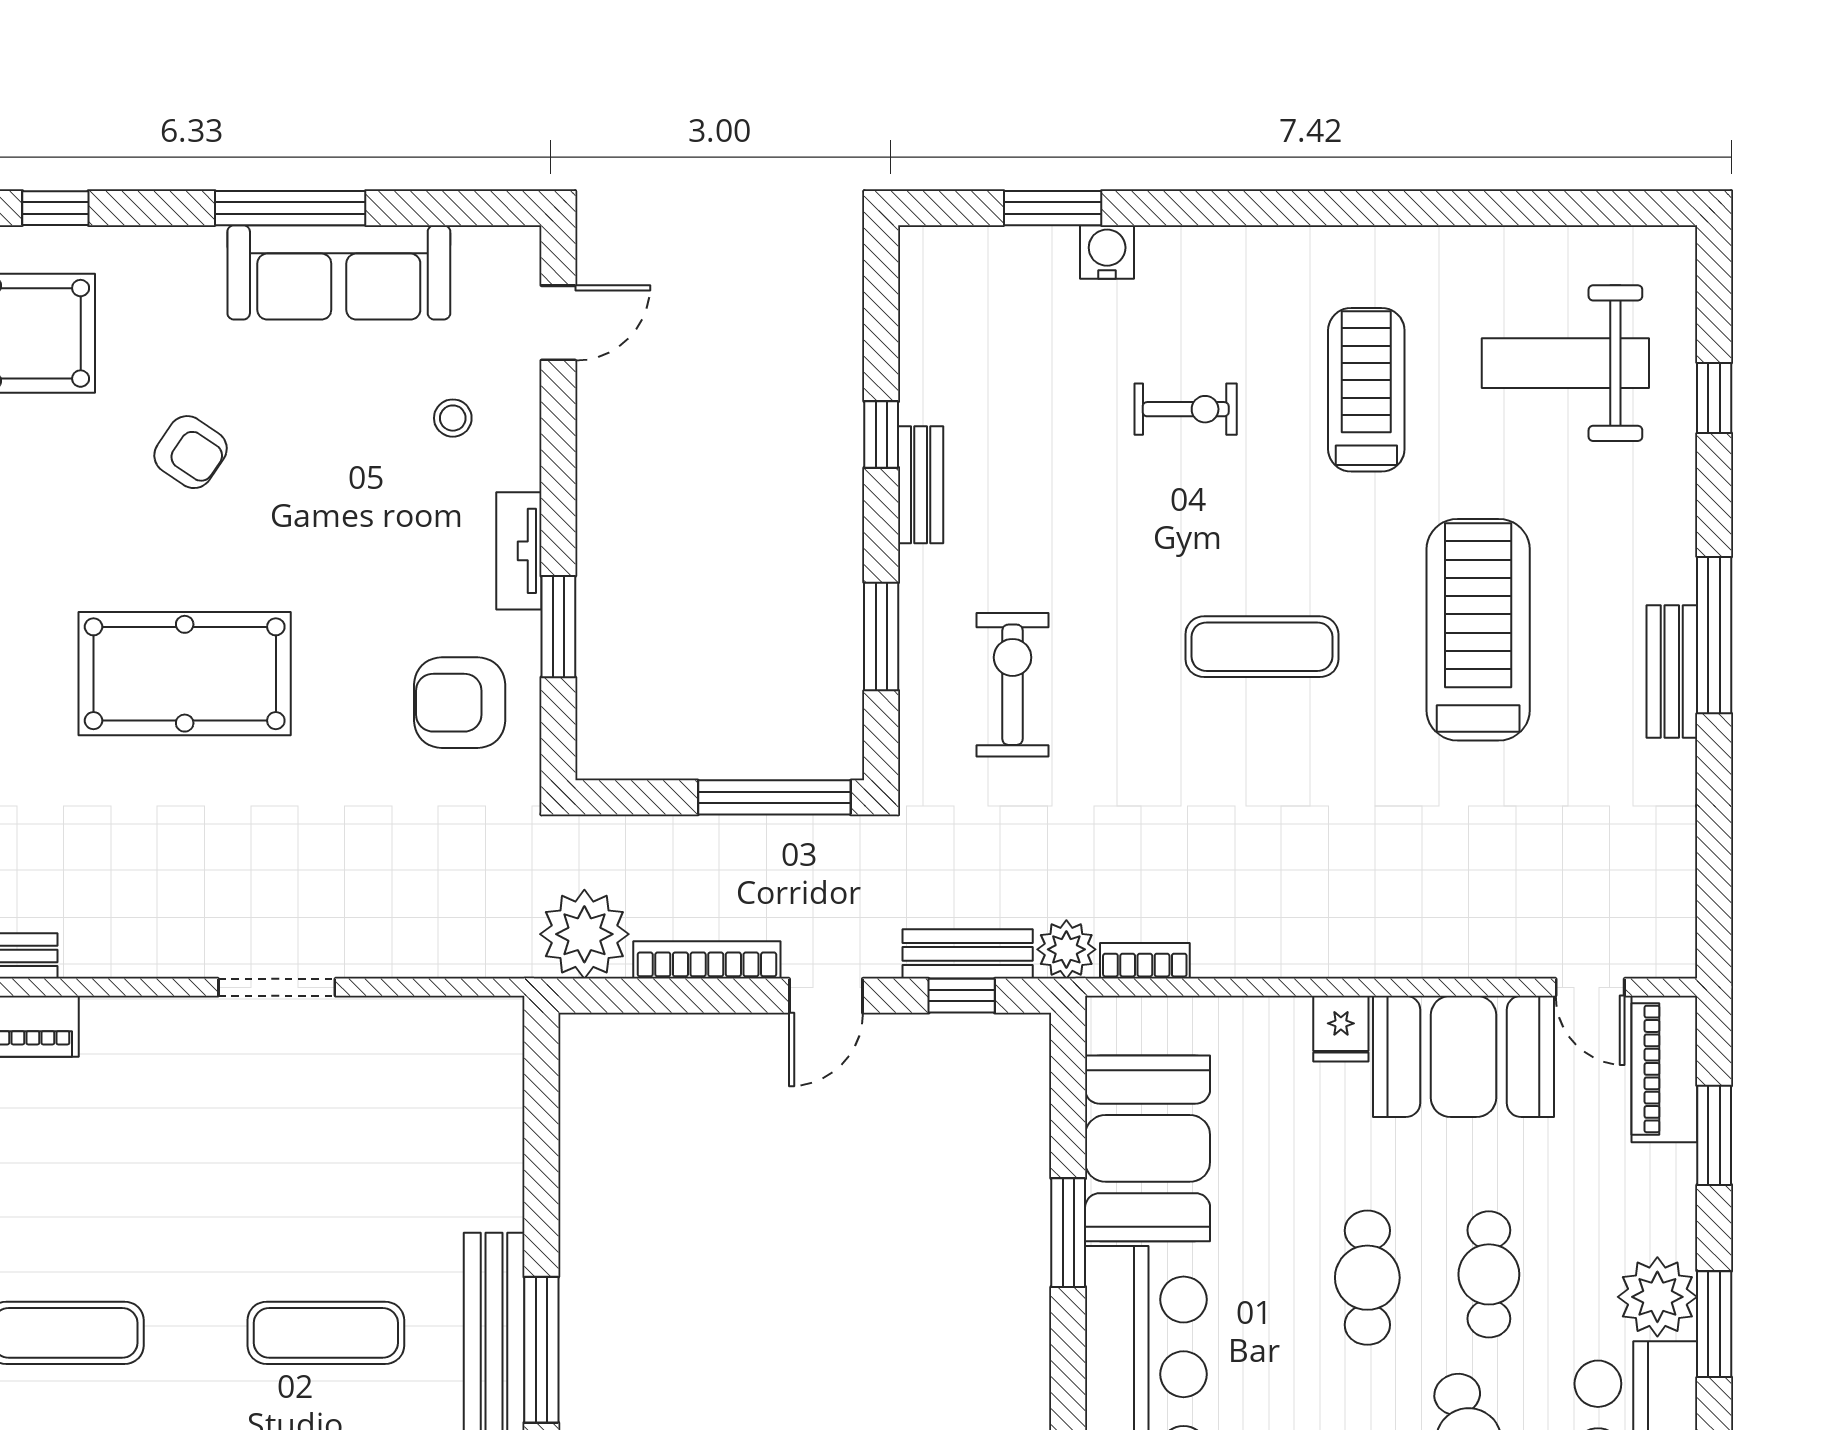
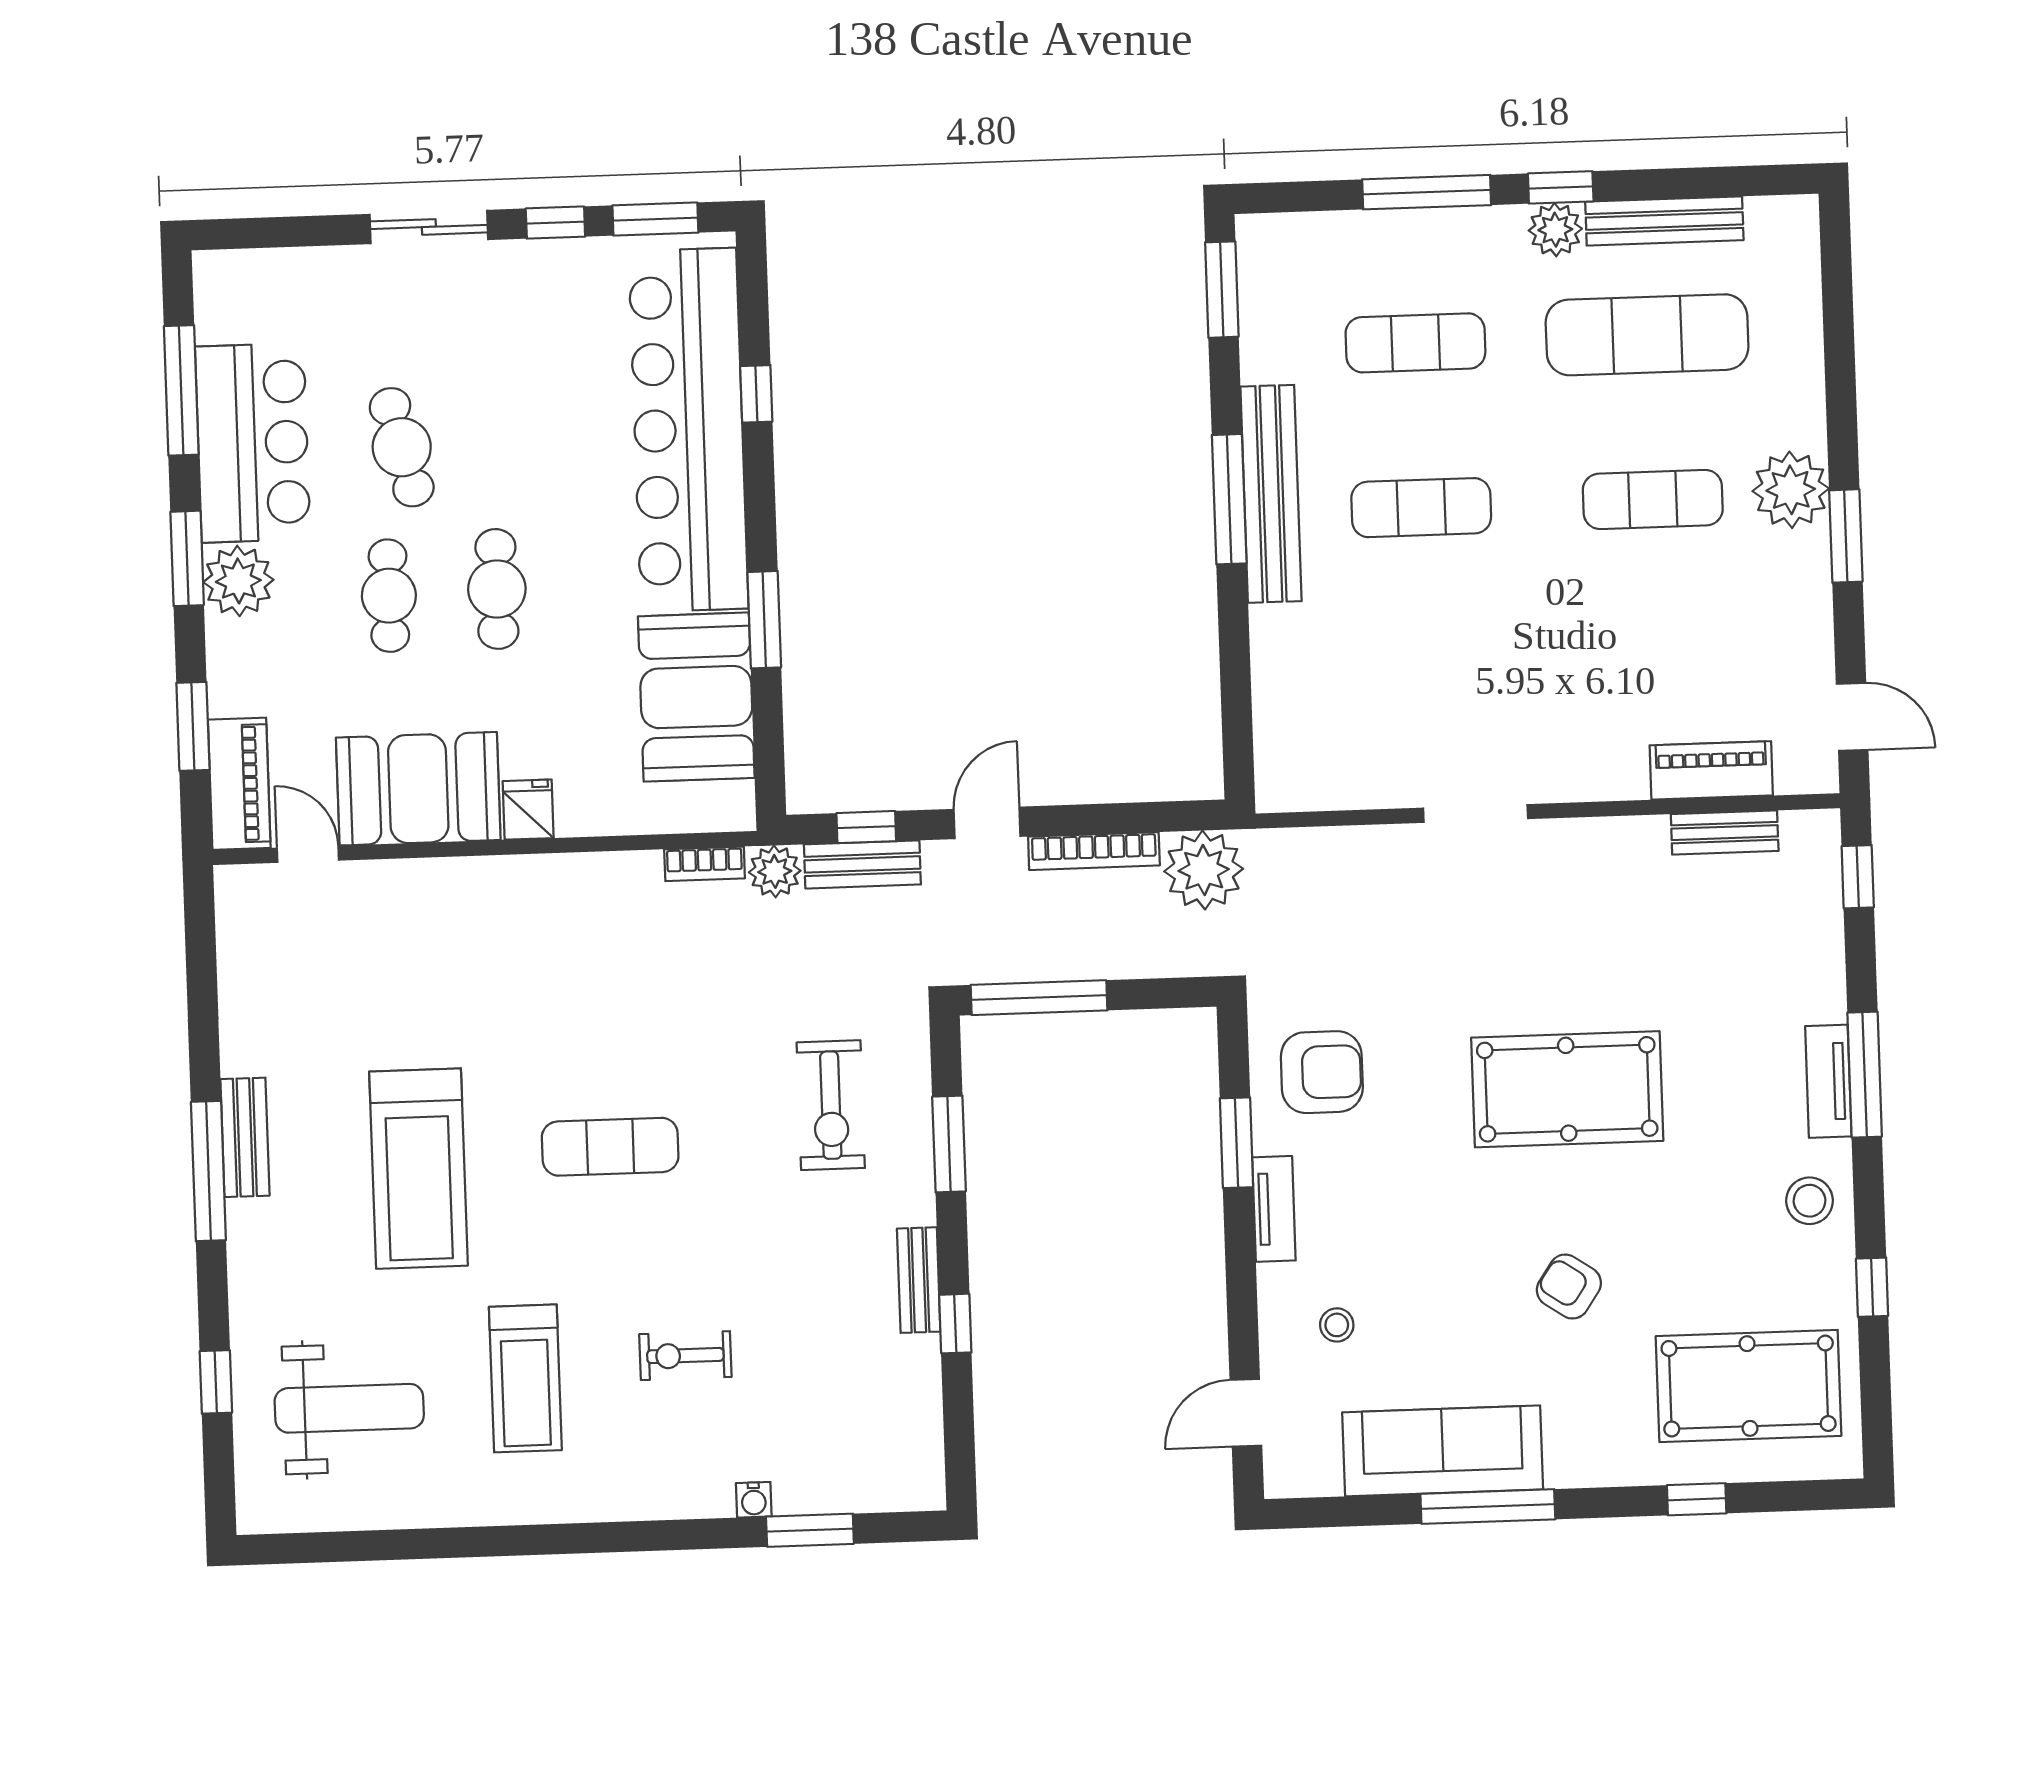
water cooler: (1107, 252) -> (754, 1500), width x0.72, depth x0.72

